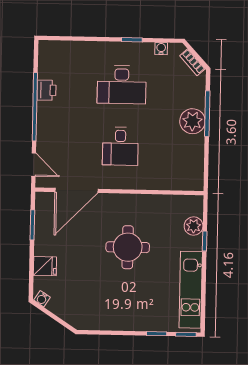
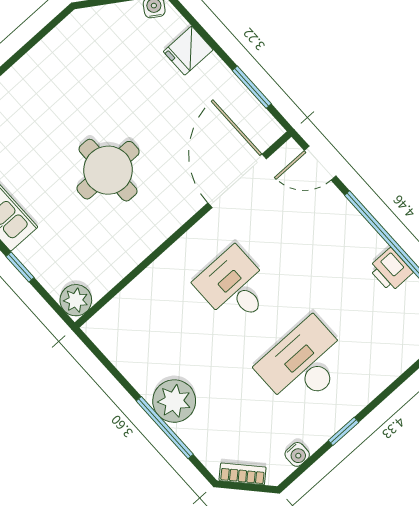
plant: (194, 226) -> (76, 300), moved

